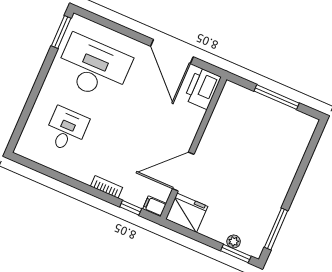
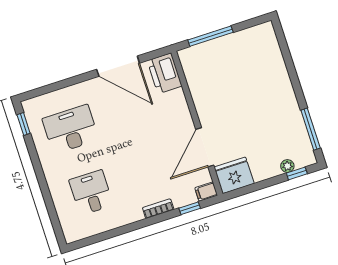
window: (61, 32) -> (24, 124), width x0.67
desk: (93, 68) -> (71, 129), width x0.73, depth x0.77
window: (277, 97) -> (210, 36), moved
window: (236, 253) -> (297, 173), width x0.67

